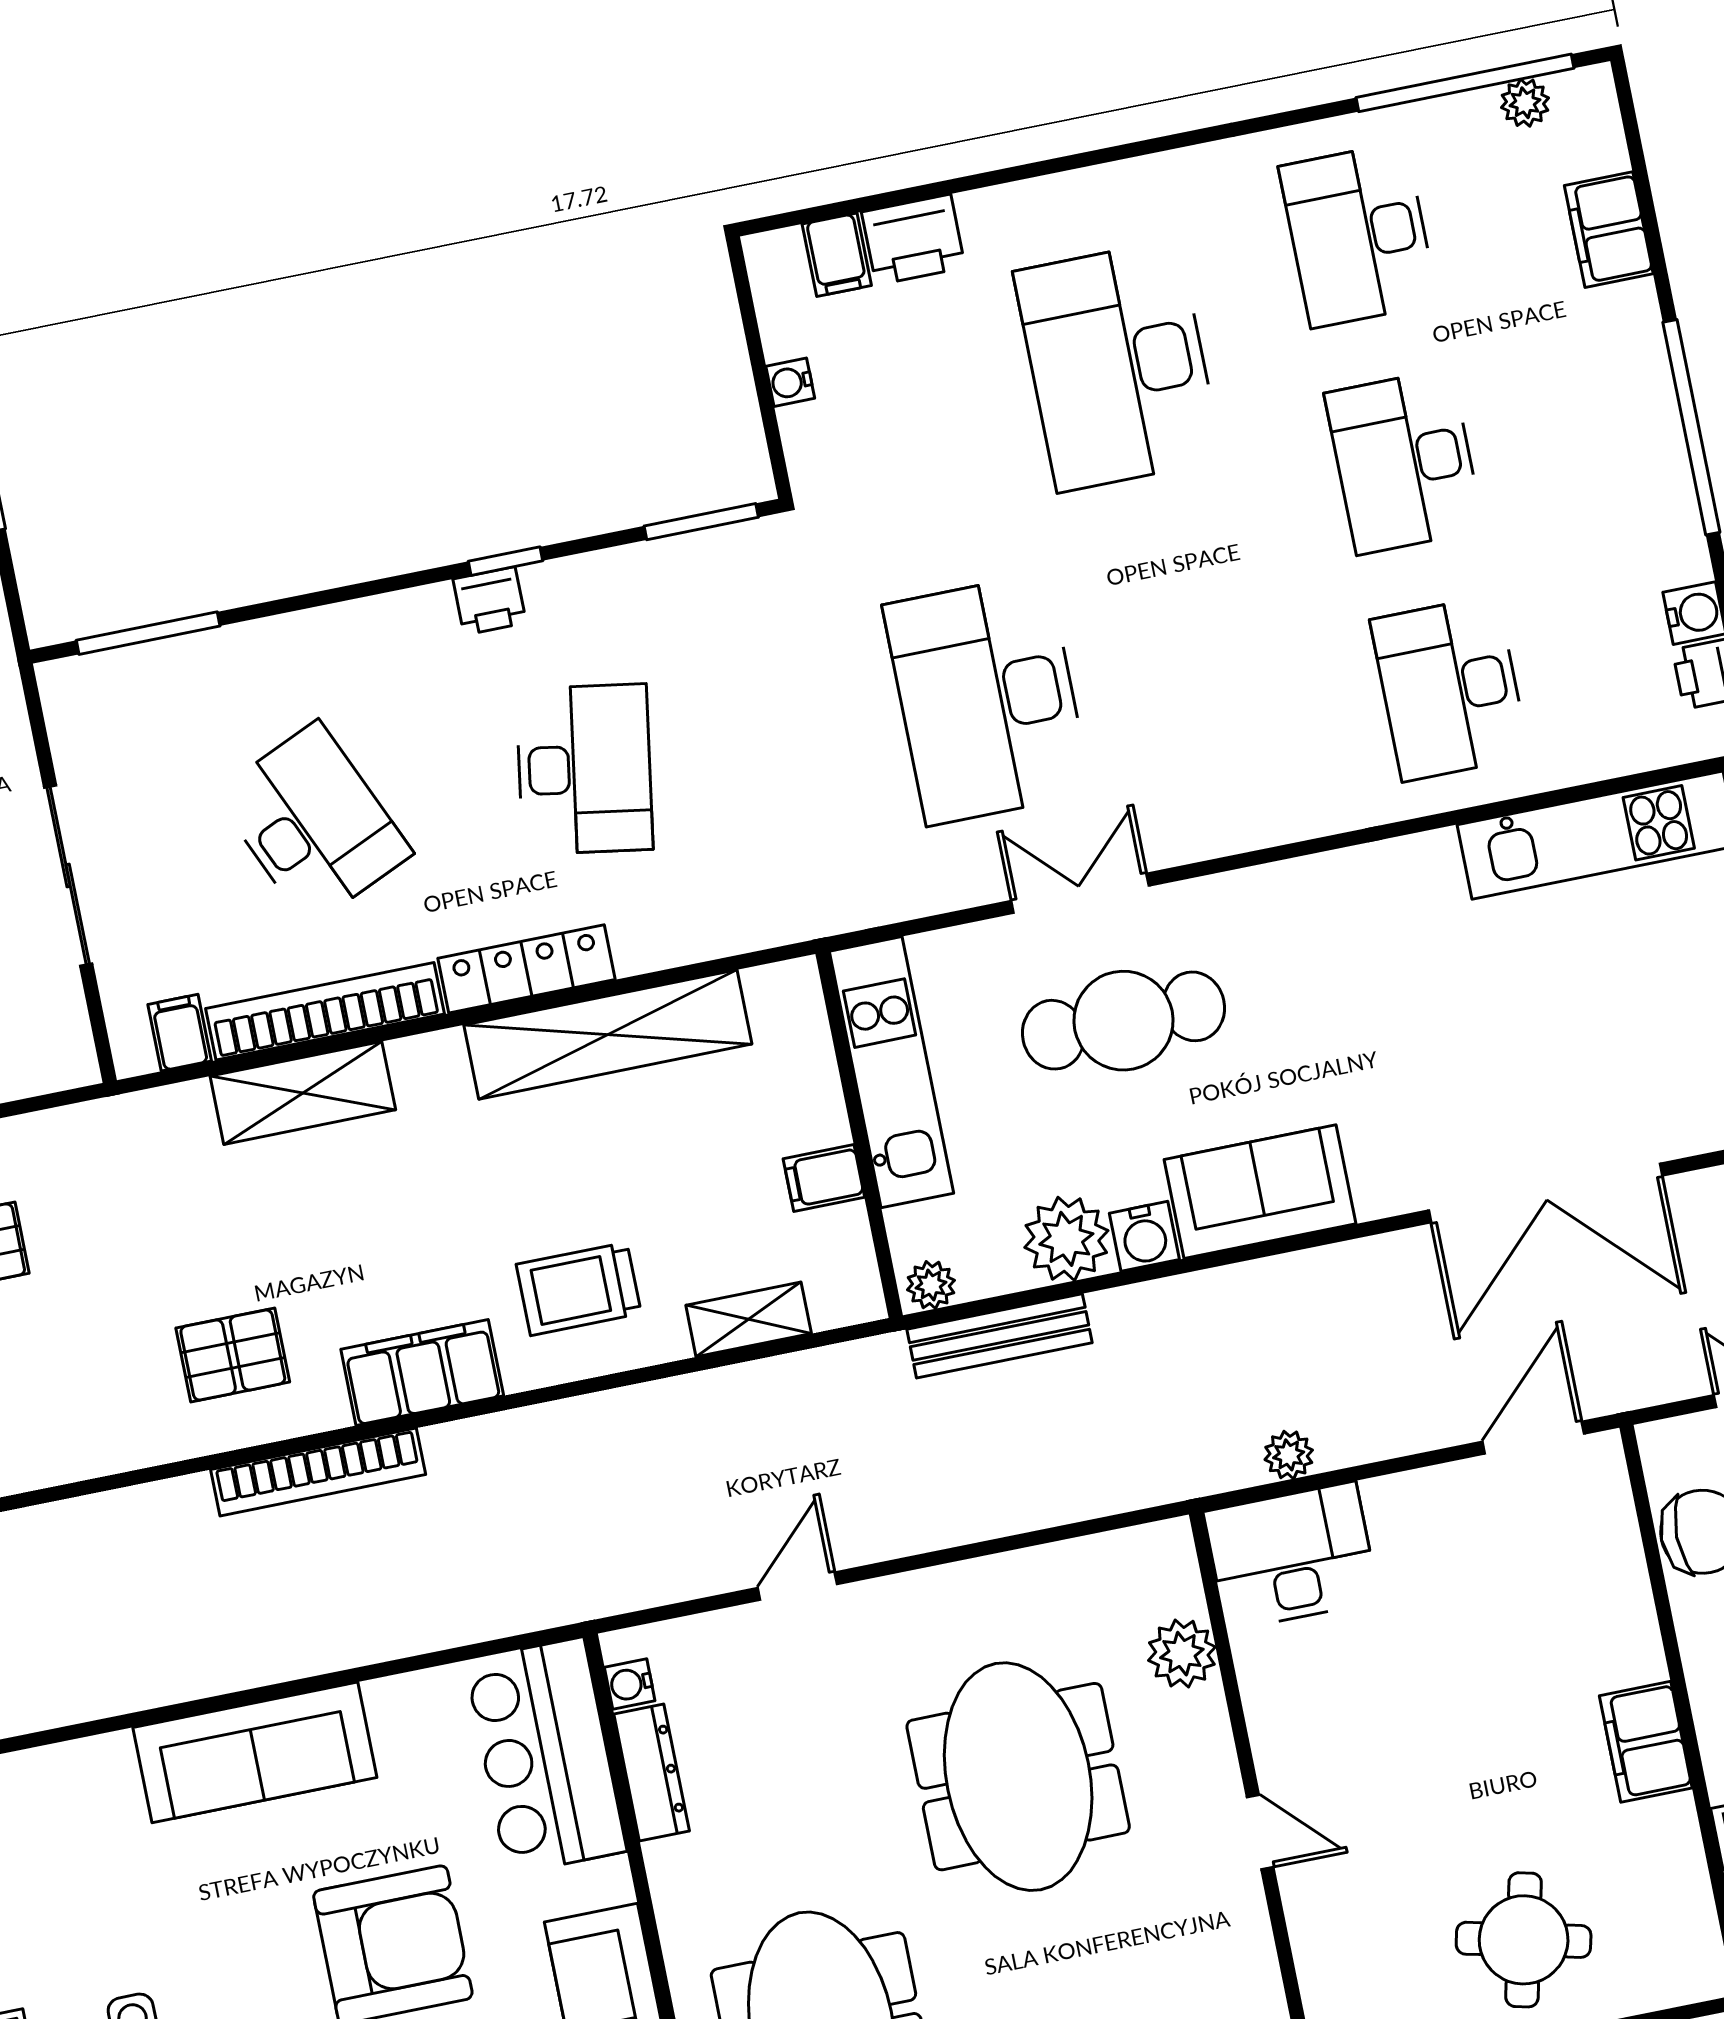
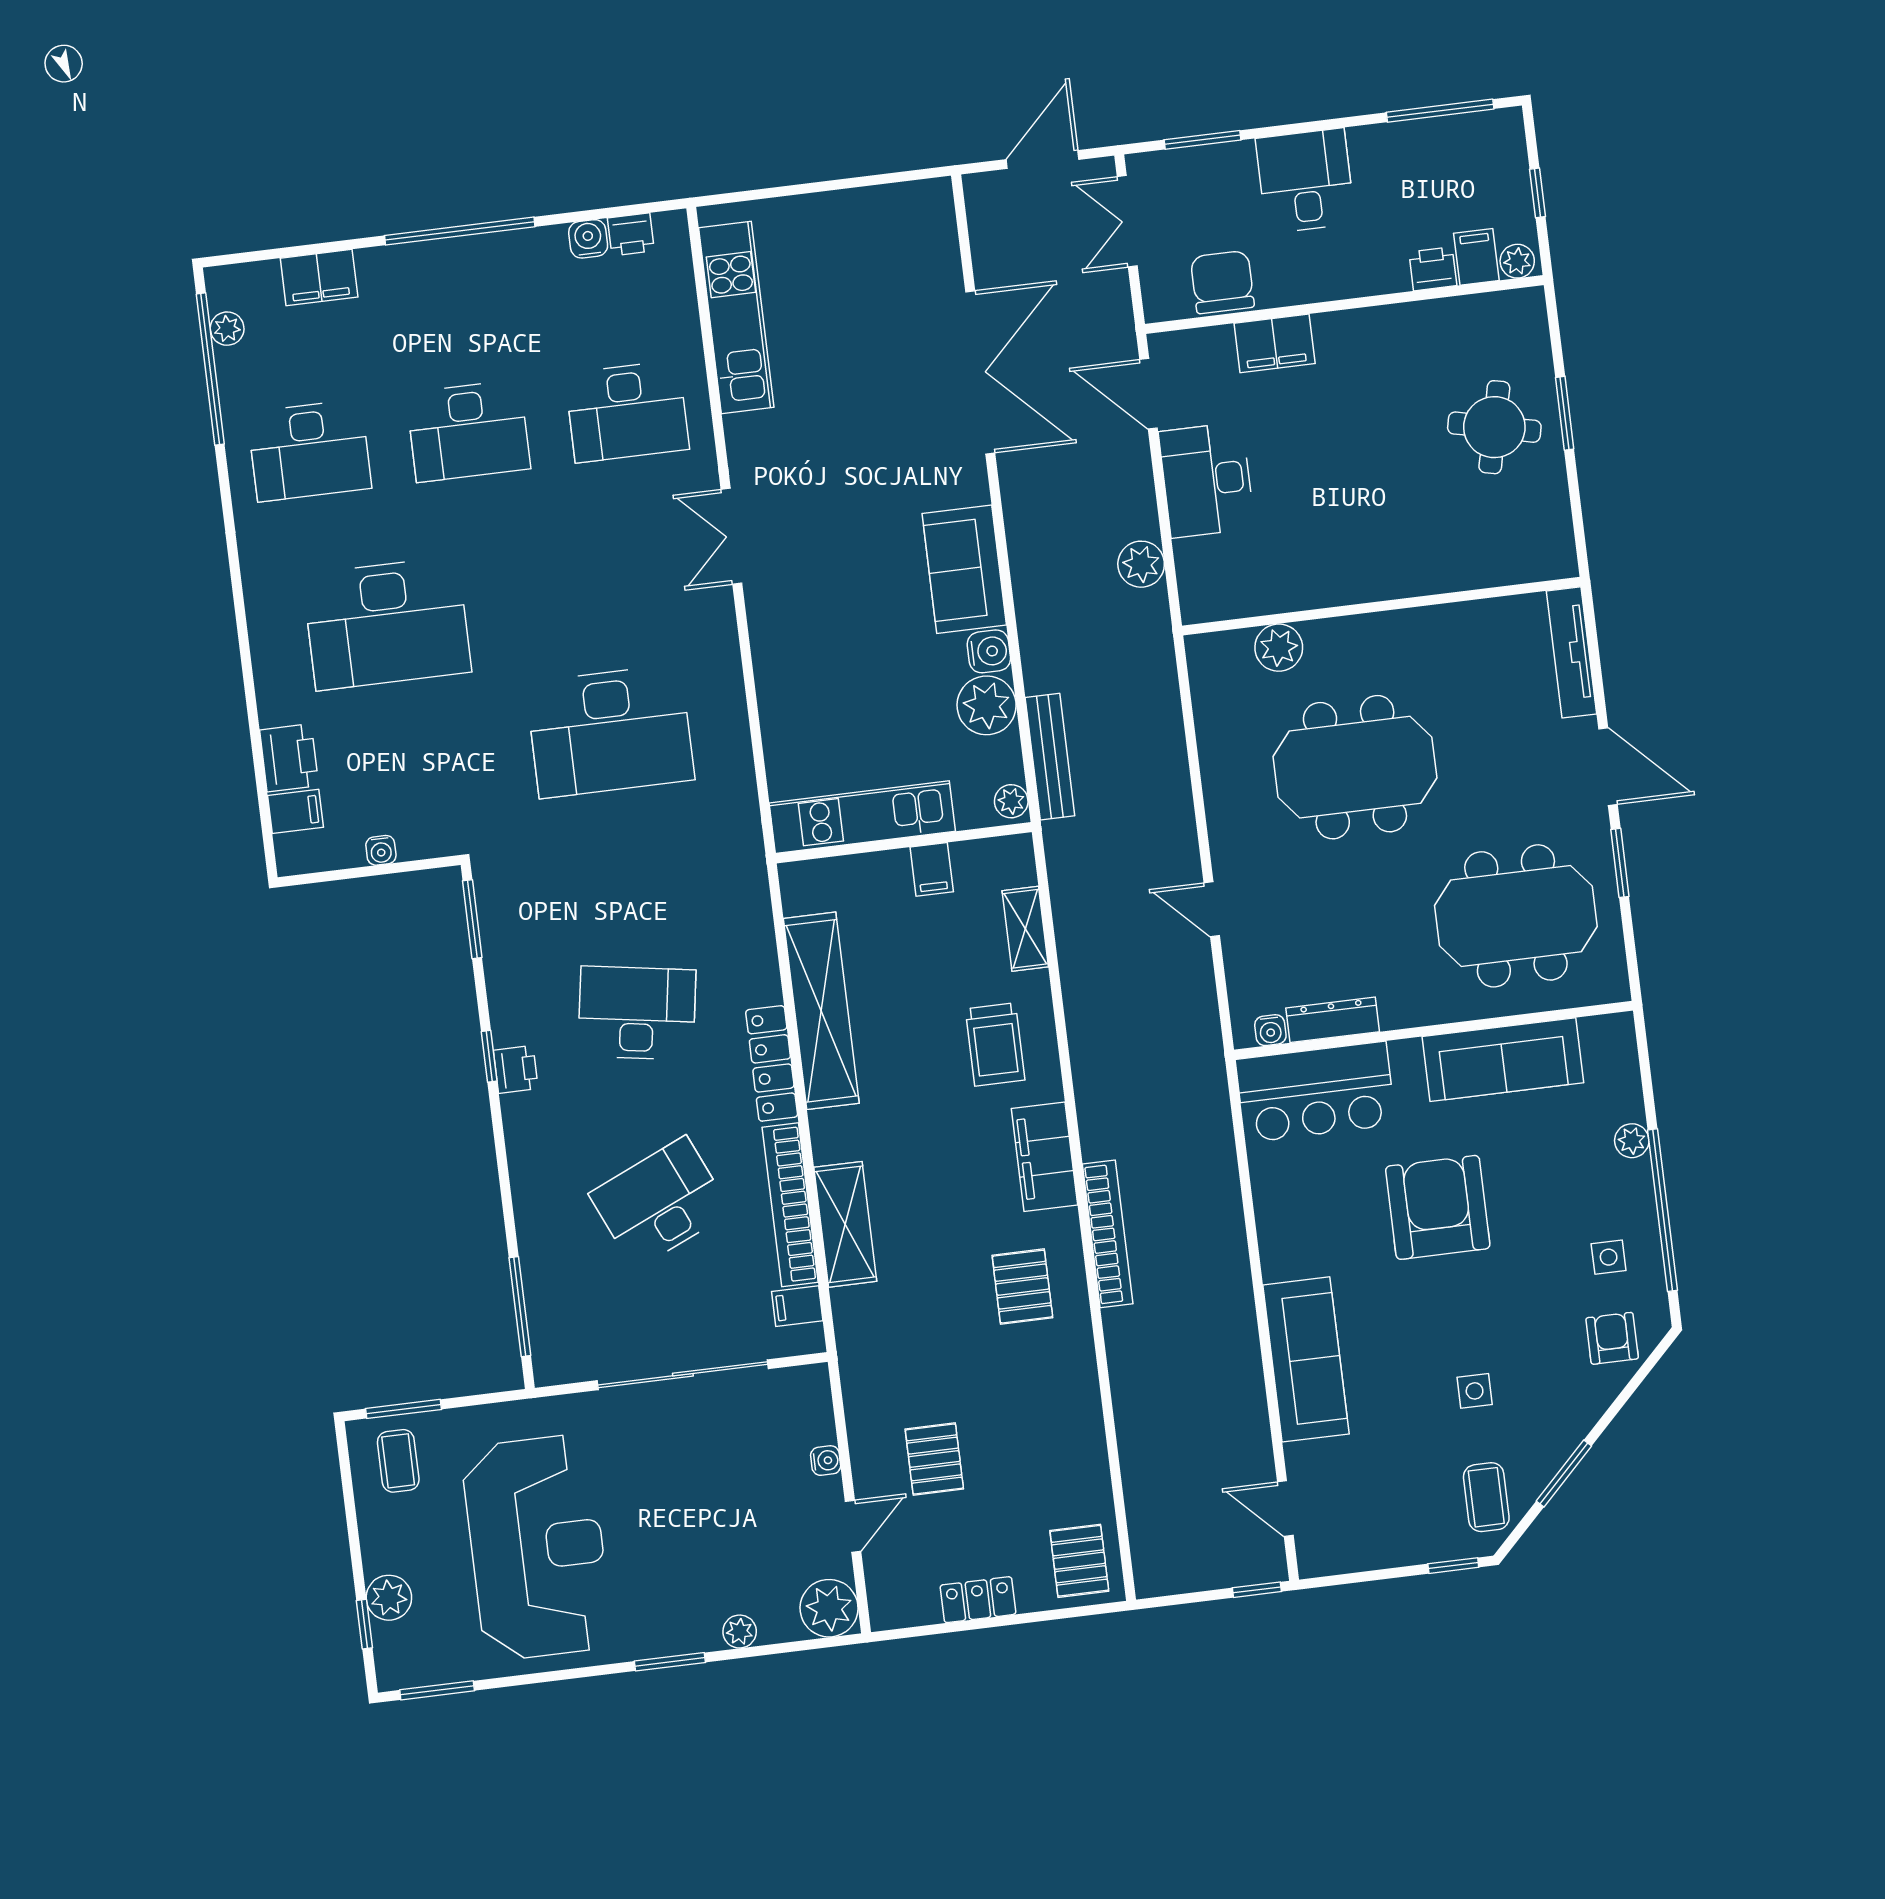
sliding door: (68, 875) -> (683, 1375), width x1.36
double door: (1080, 893) -> (731, 536), moved
cafe table: (1123, 1021) -> (839, 654), removed
plant: (1289, 1455) -> (1141, 564), width x1.38, depth x1.38
desk: (1291, 1556) -> (1207, 480), moved
filing cabinet: (1646, 1742) -> (1275, 343), moved
sofa: (255, 1752) -> (1306, 1359), moved
door: (1260, 1832) -> (1406, 603), removed

